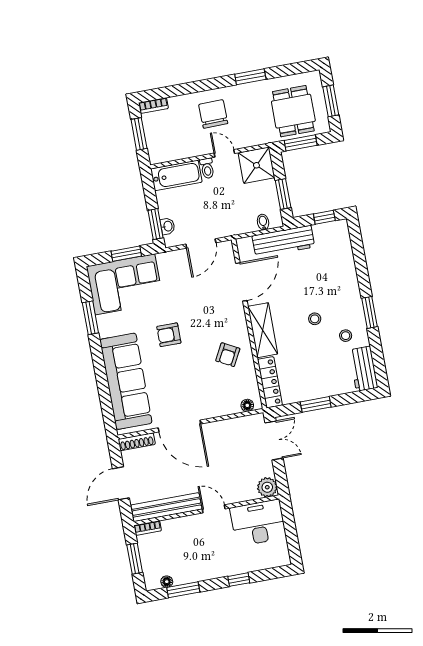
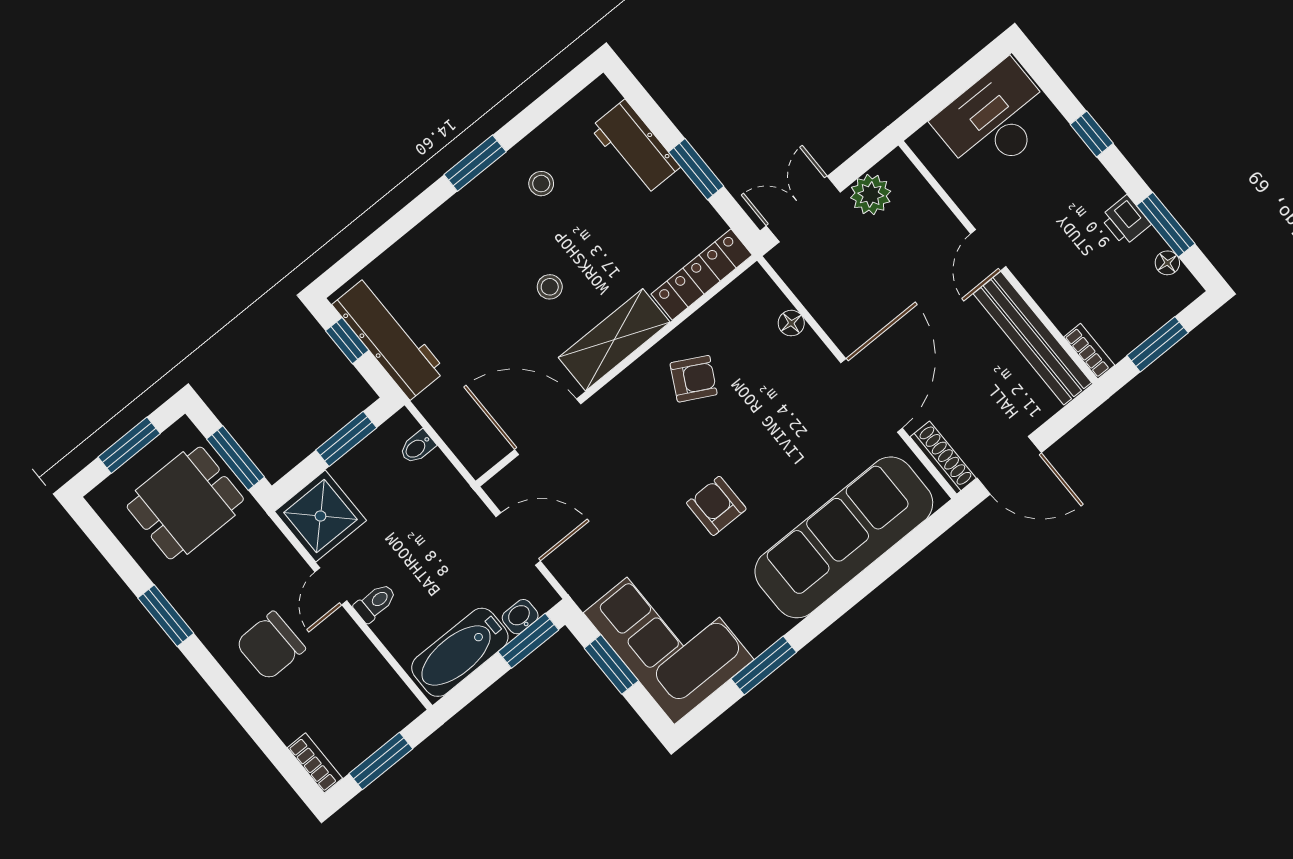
bathtub: (176, 175) -> (460, 652), moved, turned -90
workbench: (283, 241) -> (389, 338), moved
stool: (315, 319) -> (550, 287), moved
armchair: (169, 335) -> (716, 506), turned 180
workbench: (363, 369) -> (635, 147), moved, turned 90
floor lamp: (247, 405) -> (791, 323), moved
door: (121, 483) -> (1009, 465), moved
plant: (267, 487) -> (871, 195), moved
desk: (258, 523) -> (995, 120), moved, turned 90
printer: (194, 574) -> (1125, 220), added

